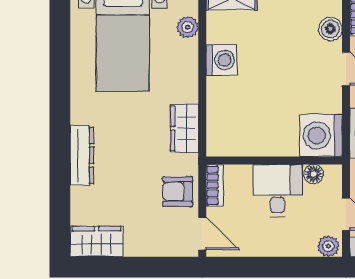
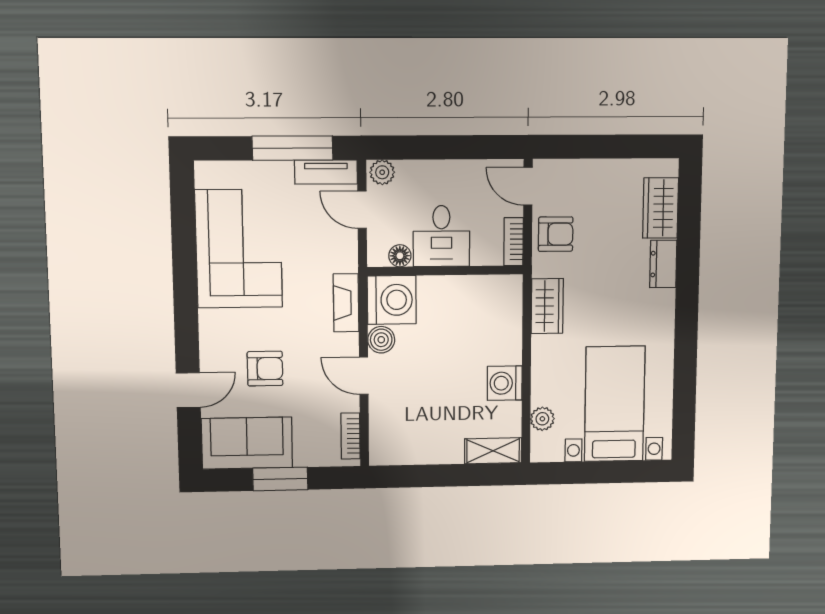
boiler: (330, 29) -> (381, 340), moved
dresser: (82, 155) -> (663, 264), width x0.70
wardrobe: (97, 242) -> (661, 208), moved, turned 90

